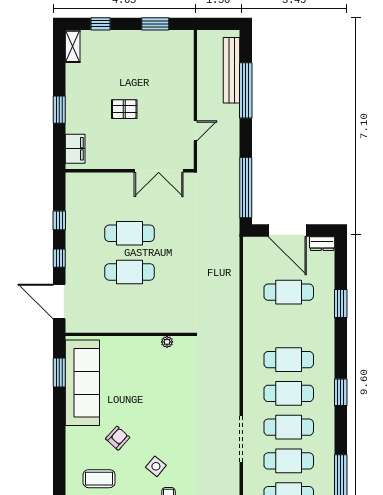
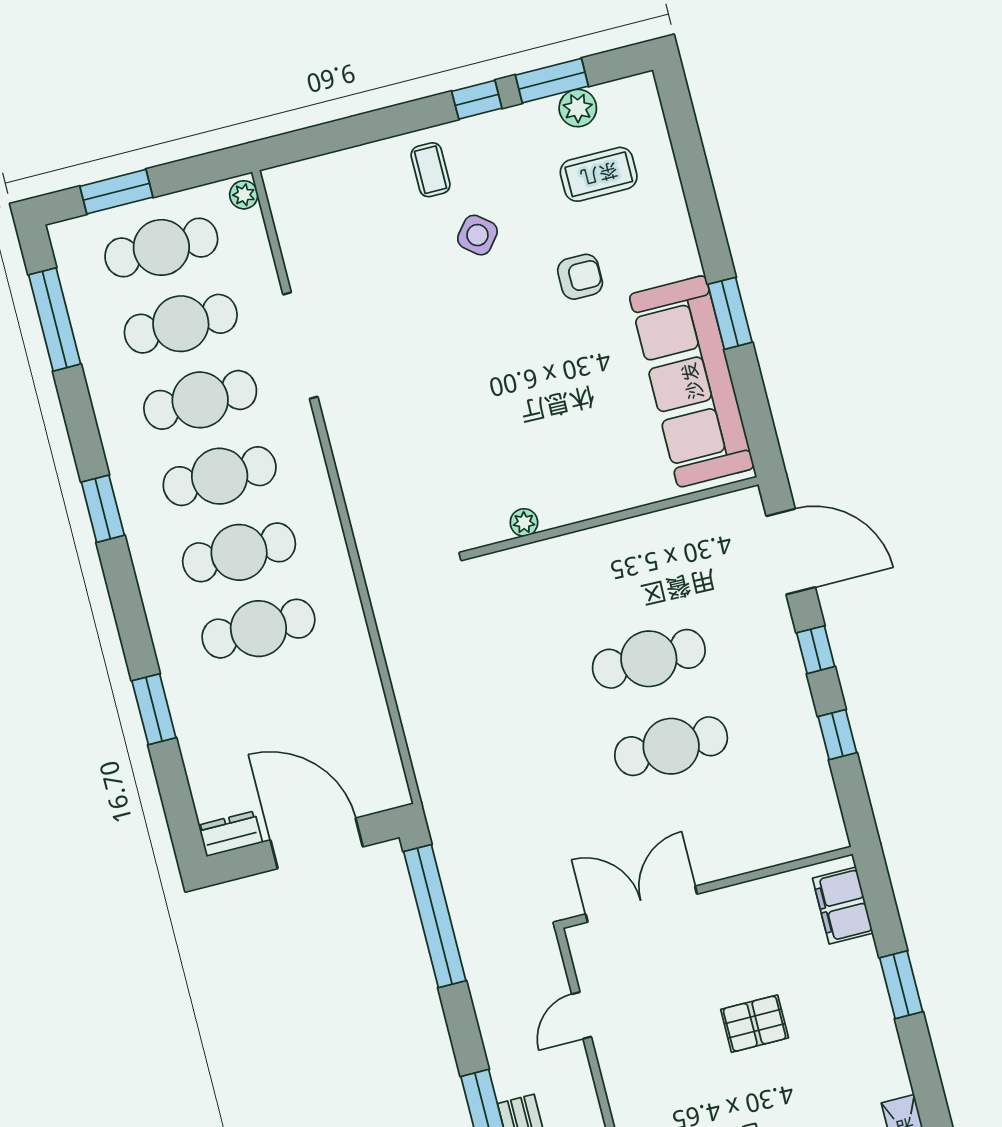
cafe table: (289, 292) -> (258, 629), moved
window: (59, 373) -> (730, 313), moved
armchair: (118, 438) -> (580, 277), turned -132

